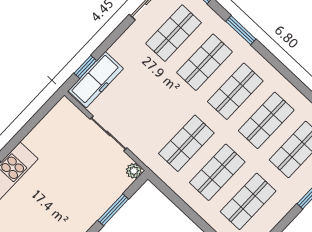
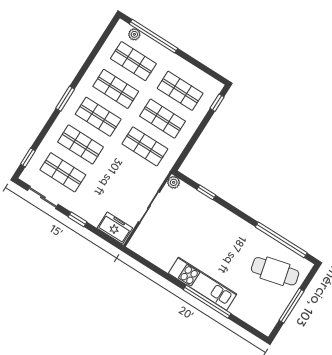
window: (241, 30) -> (65, 99), moved
window: (85, 67) -> (77, 219), moved
freezer: (96, 80) -> (115, 228), width x0.71
window: (113, 210) -> (206, 192), width x0.67

